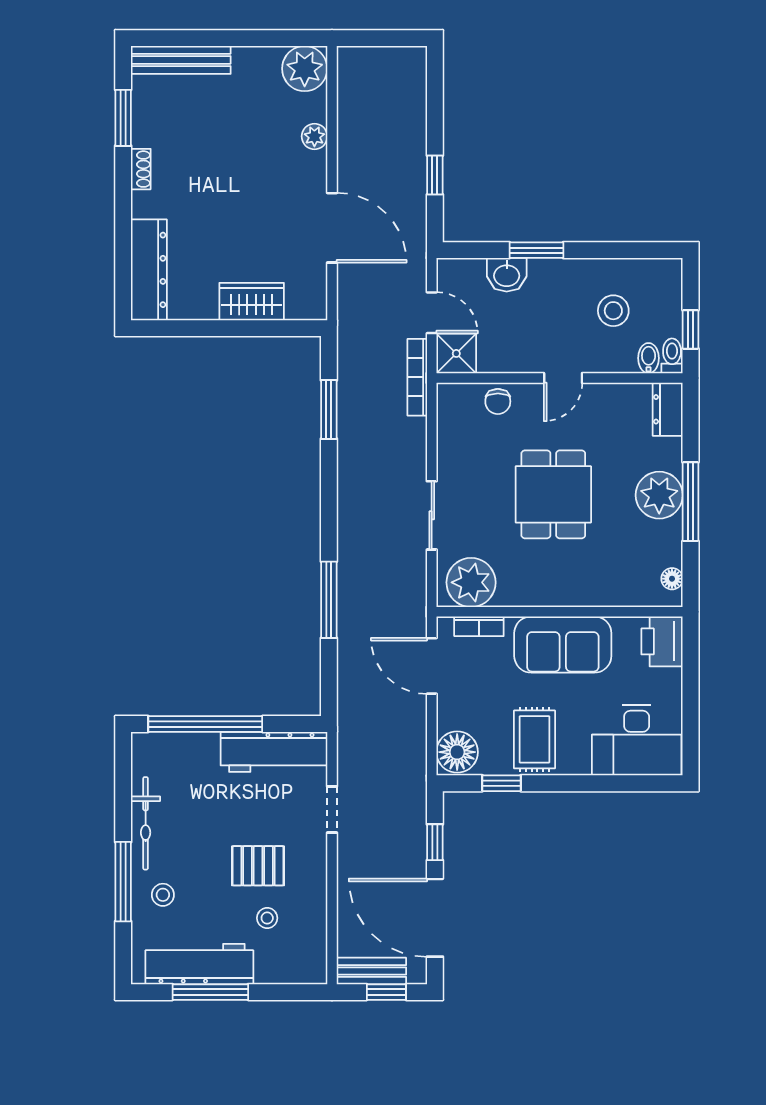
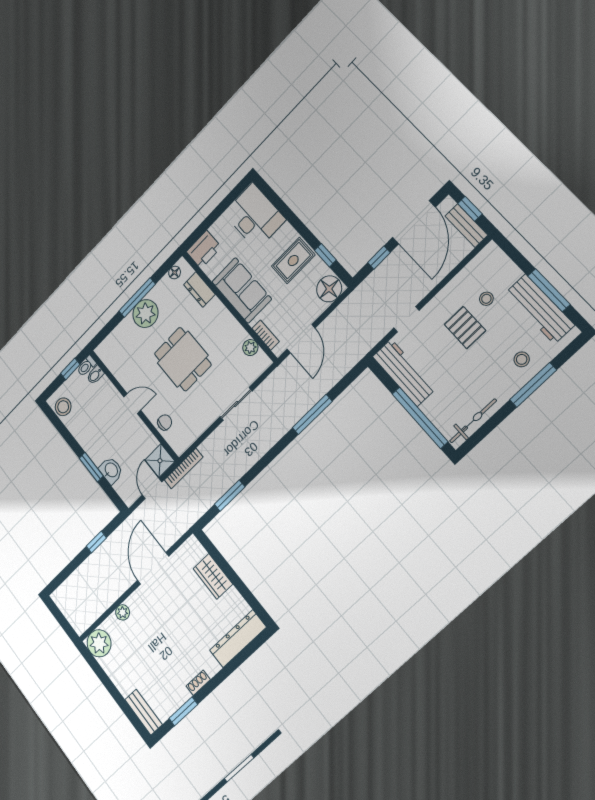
bench: (181, 60) -> (143, 712), width x0.73
stool: (613, 311) -> (63, 407), moved
dresser: (668, 409) -> (199, 289), moved, turned 90
dining table: (553, 494) -> (183, 359), turned 90
plant: (471, 582) -> (250, 348), width x0.53, depth x0.53
bicycle: (146, 823) -> (473, 421), moved

